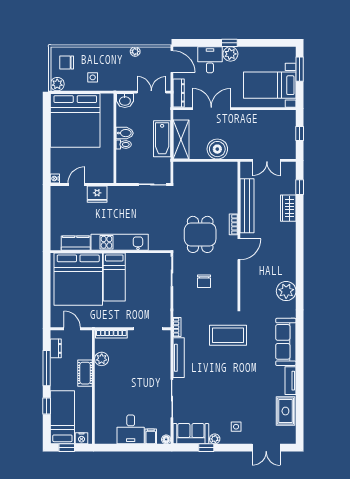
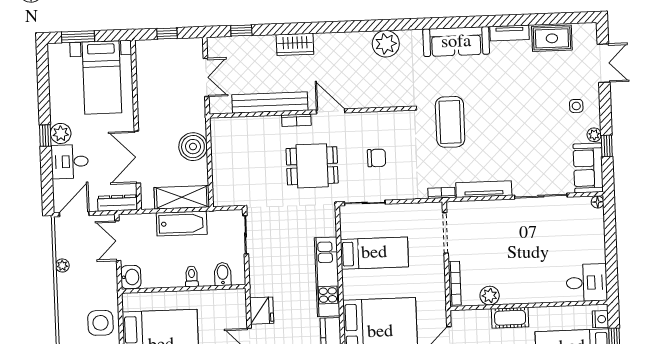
side table: (93, 77) -> (100, 323), width x1.87, depth x1.87
bidet: (125, 133) -> (223, 274), moved
wardrobe: (288, 208) -> (295, 44), moved
bed: (114, 277) -> (374, 253), moved
desk: (131, 429) -> (587, 283), moved
filing cabinet: (151, 436) -> (594, 223), removed

